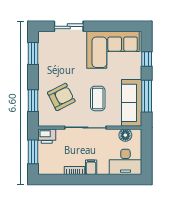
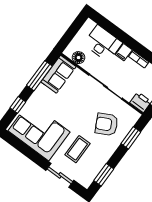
coffee table: (98, 98) -> (77, 149), moved
sofa: (132, 103) -> (59, 74), width x0.73
desk: (125, 162) -> (103, 43), moved

